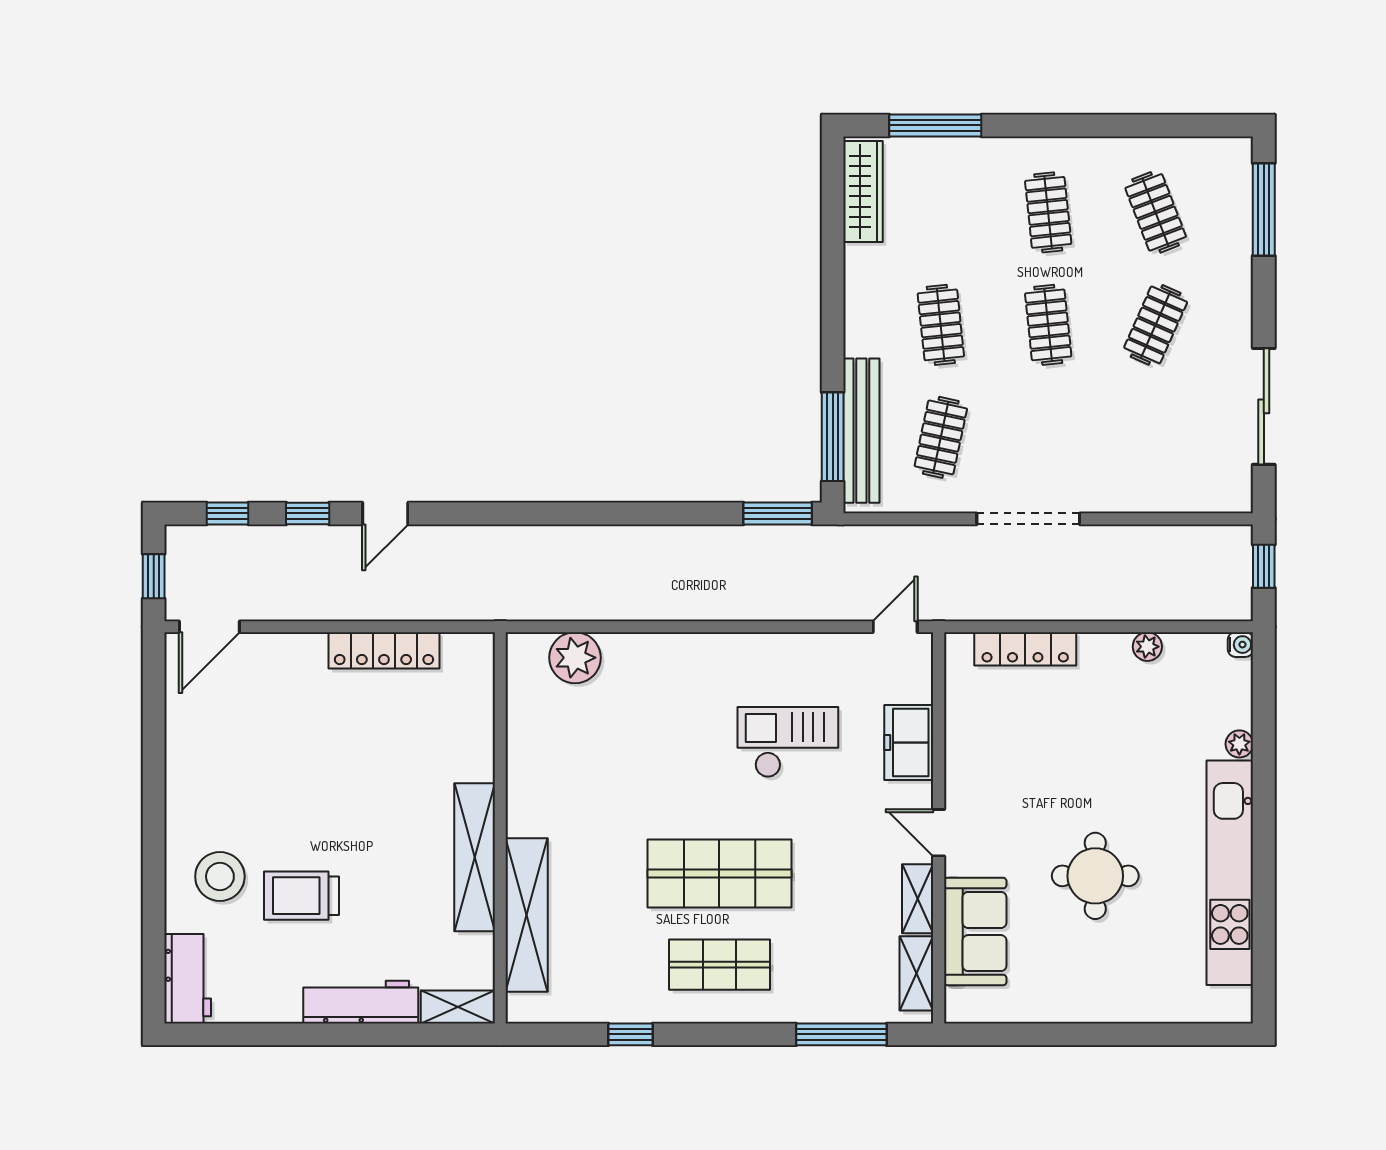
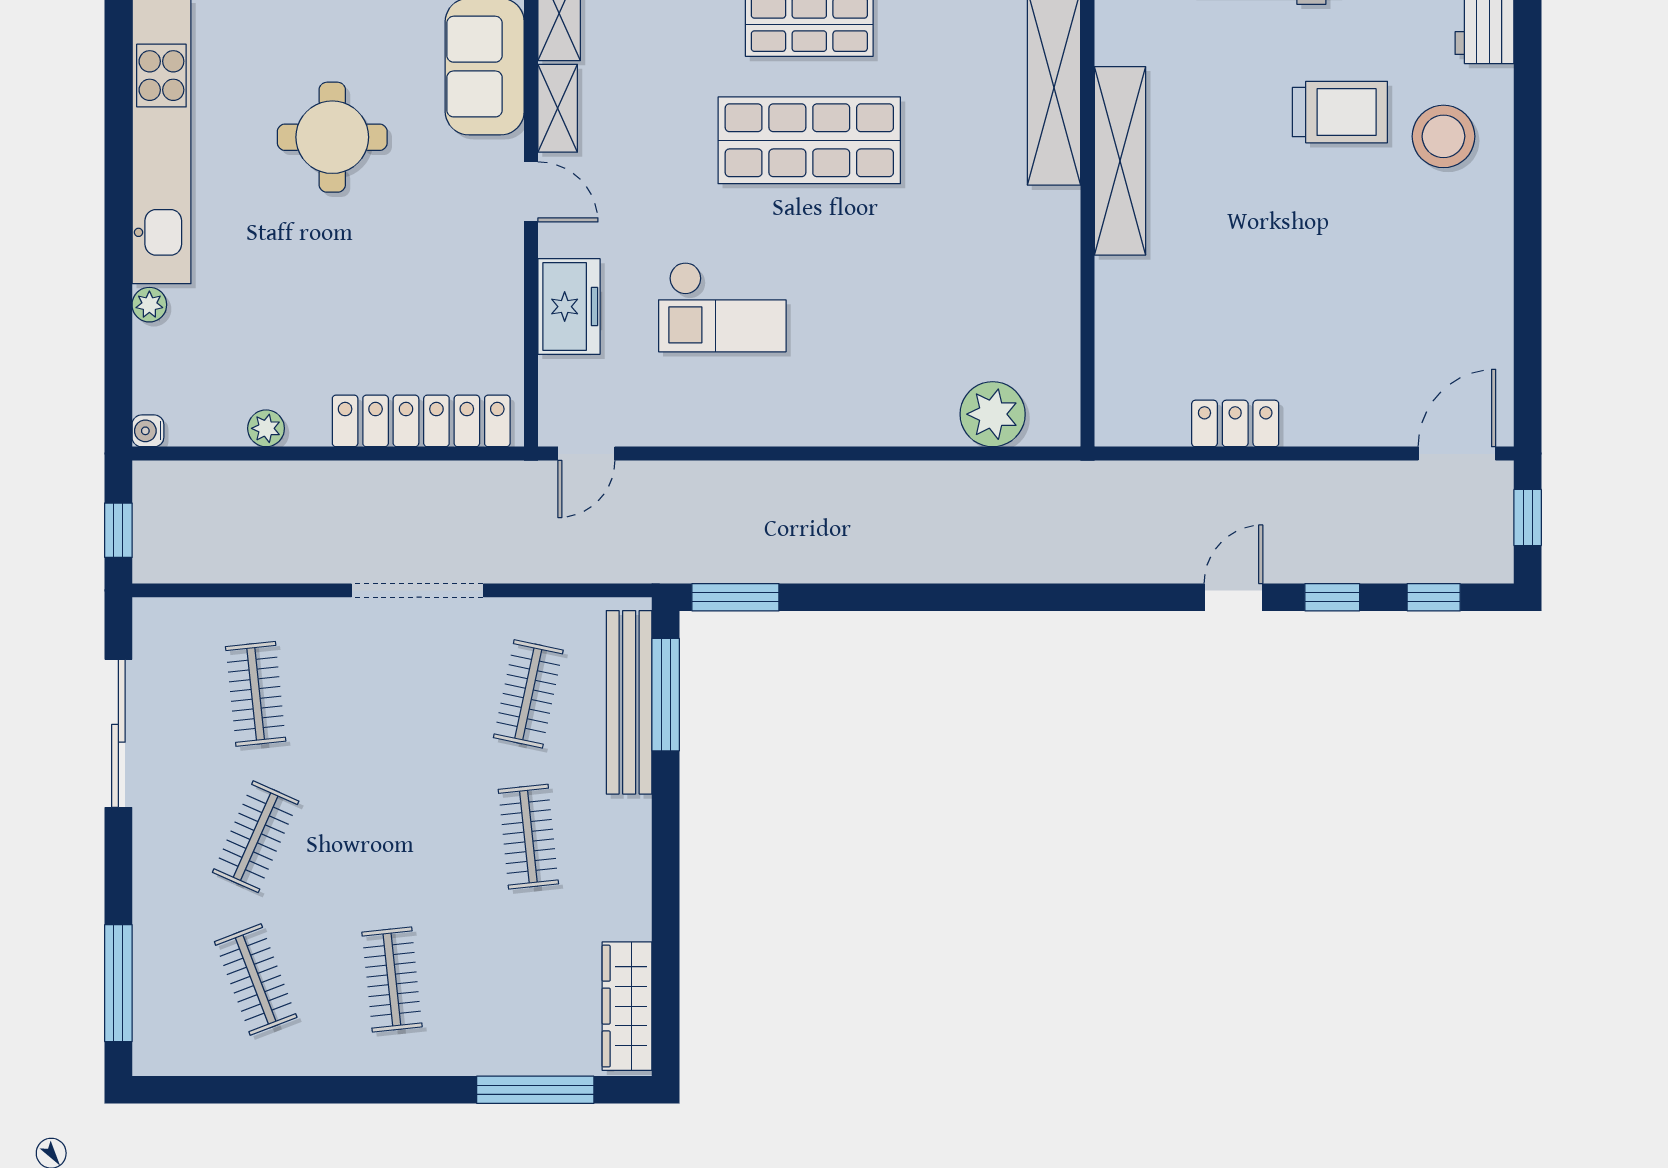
clothes rail: (1048, 325) -> (256, 694), moved
locker: (1025, 649) -> (421, 421), width x1.41, depth x1.21
locker: (384, 650) -> (1235, 423), width x0.66

